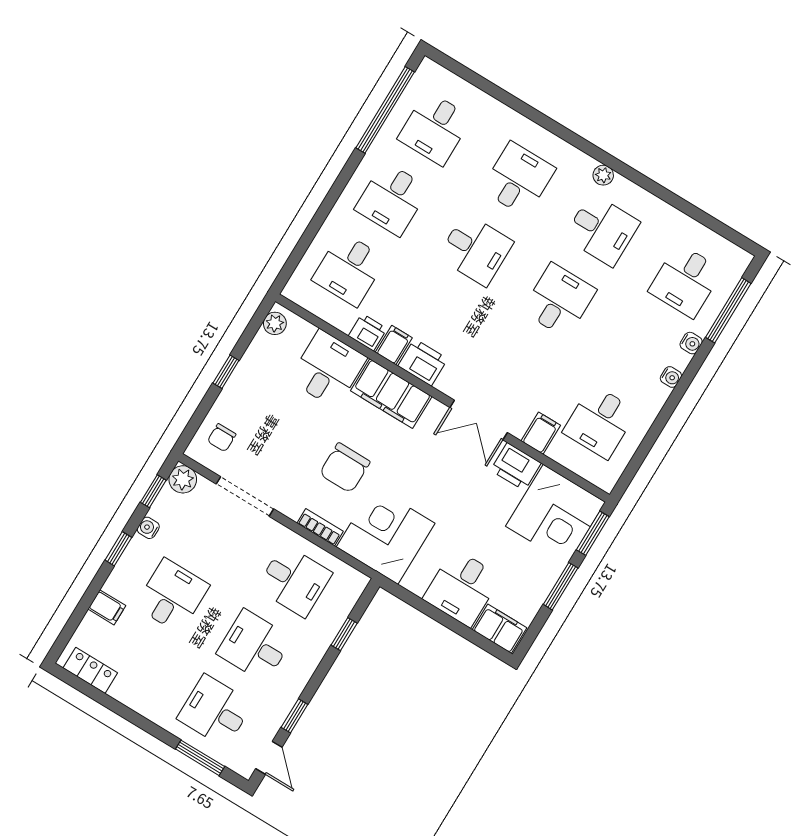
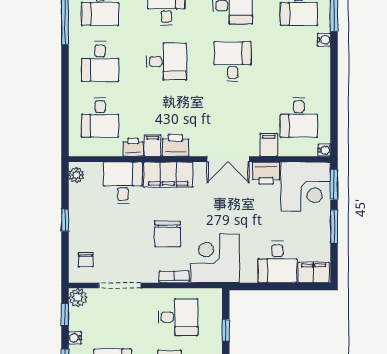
water cooler: (671, 377) -> (324, 150), moved

